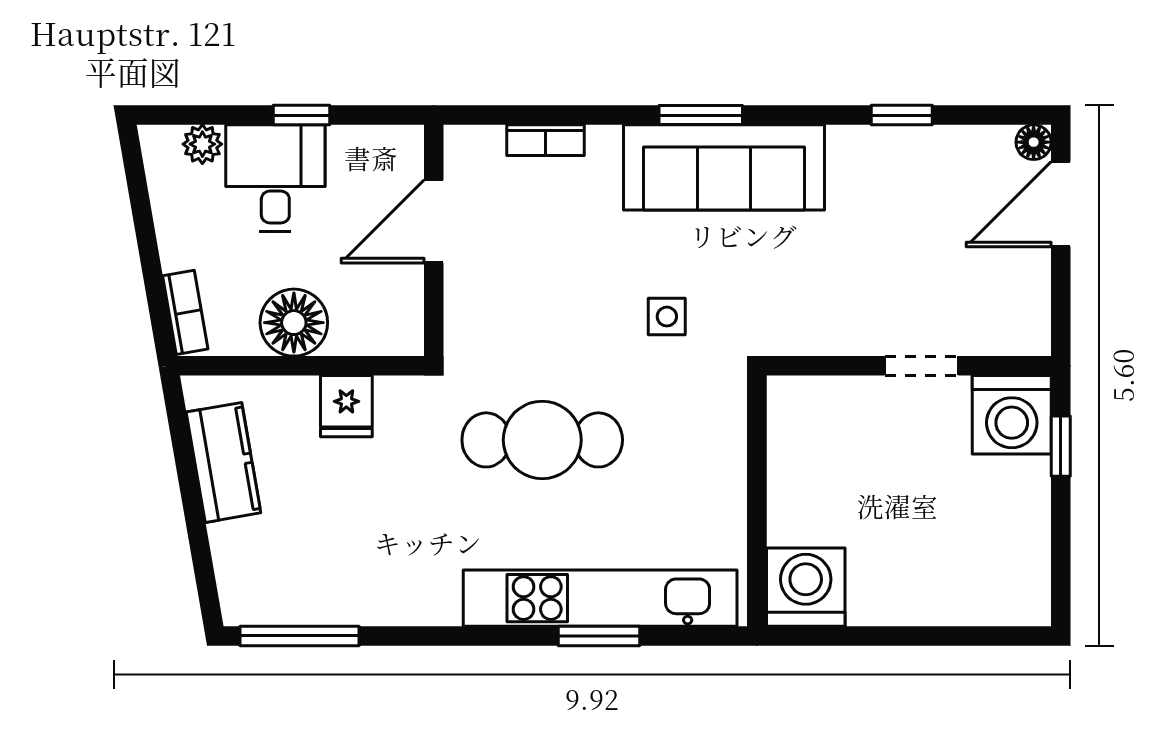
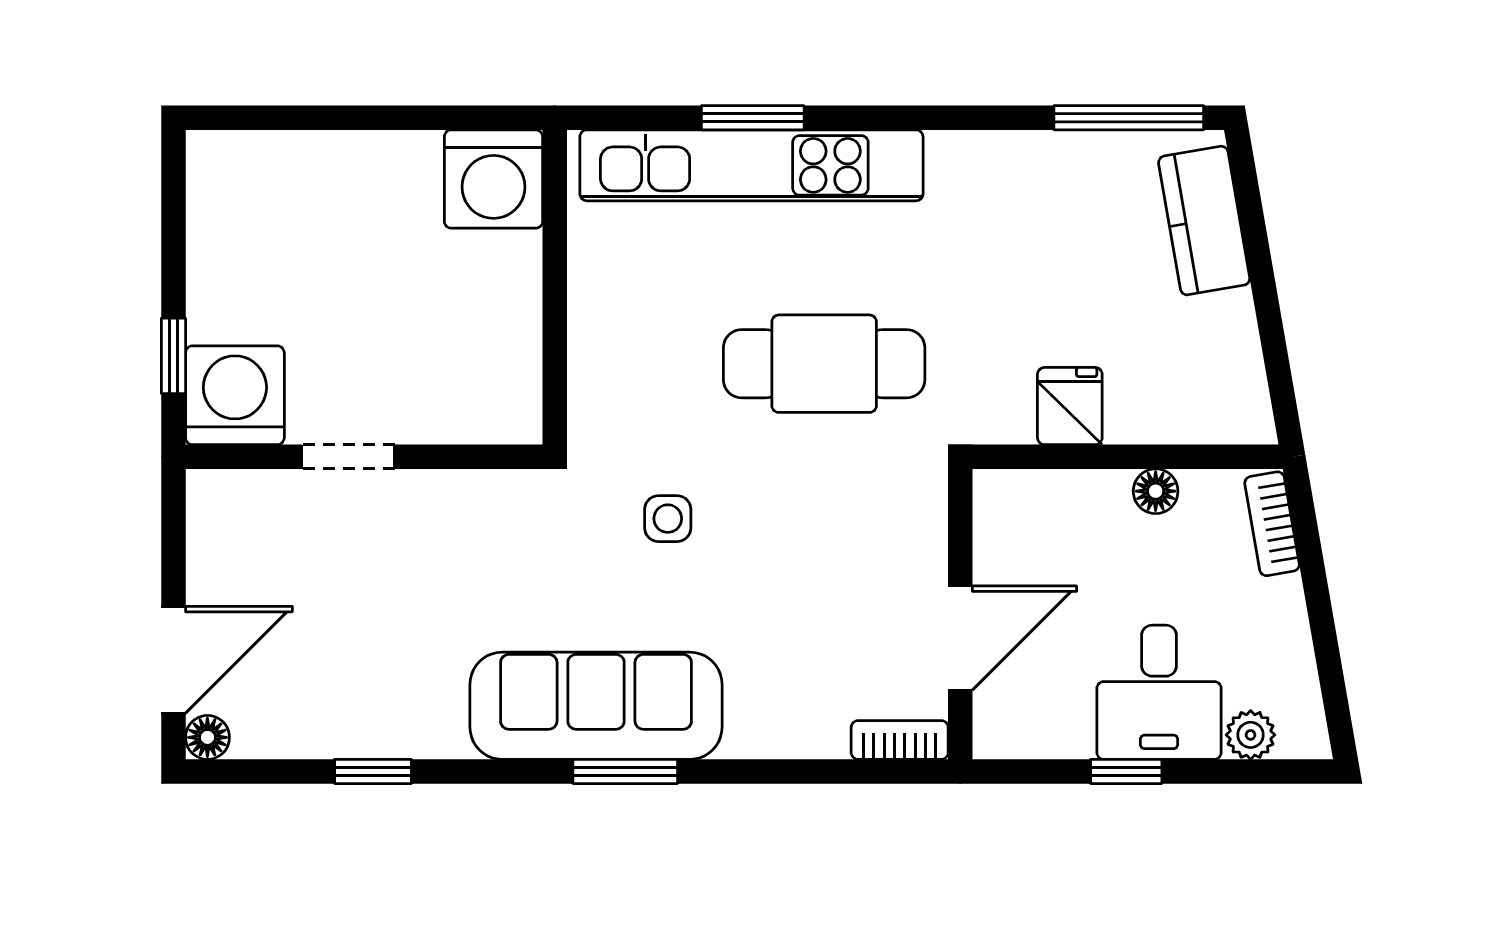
bookcase: (545, 140) -> (900, 740), moved
floor lamp: (294, 323) -> (1156, 491), width x0.53, depth x0.53
kitchen counter: (223, 462) -> (1204, 221), moved

